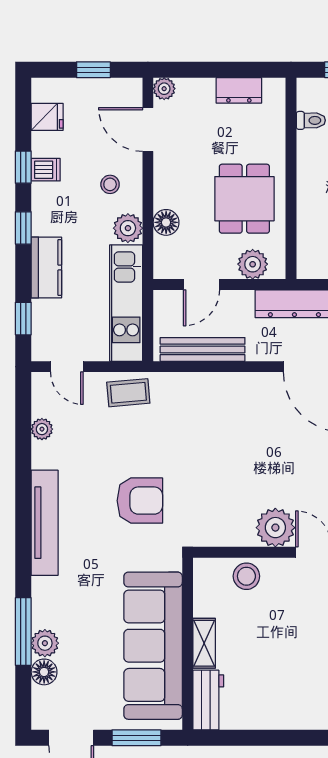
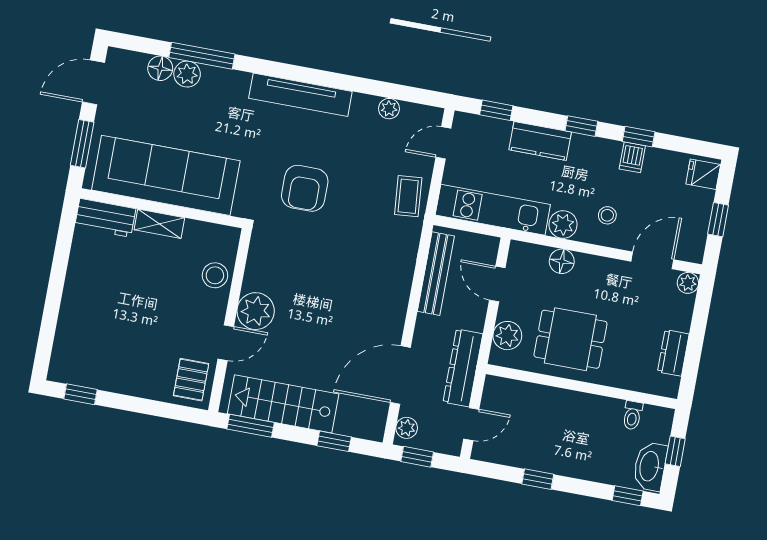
fridge: (47, 117) -> (703, 174), moved, turned 90

